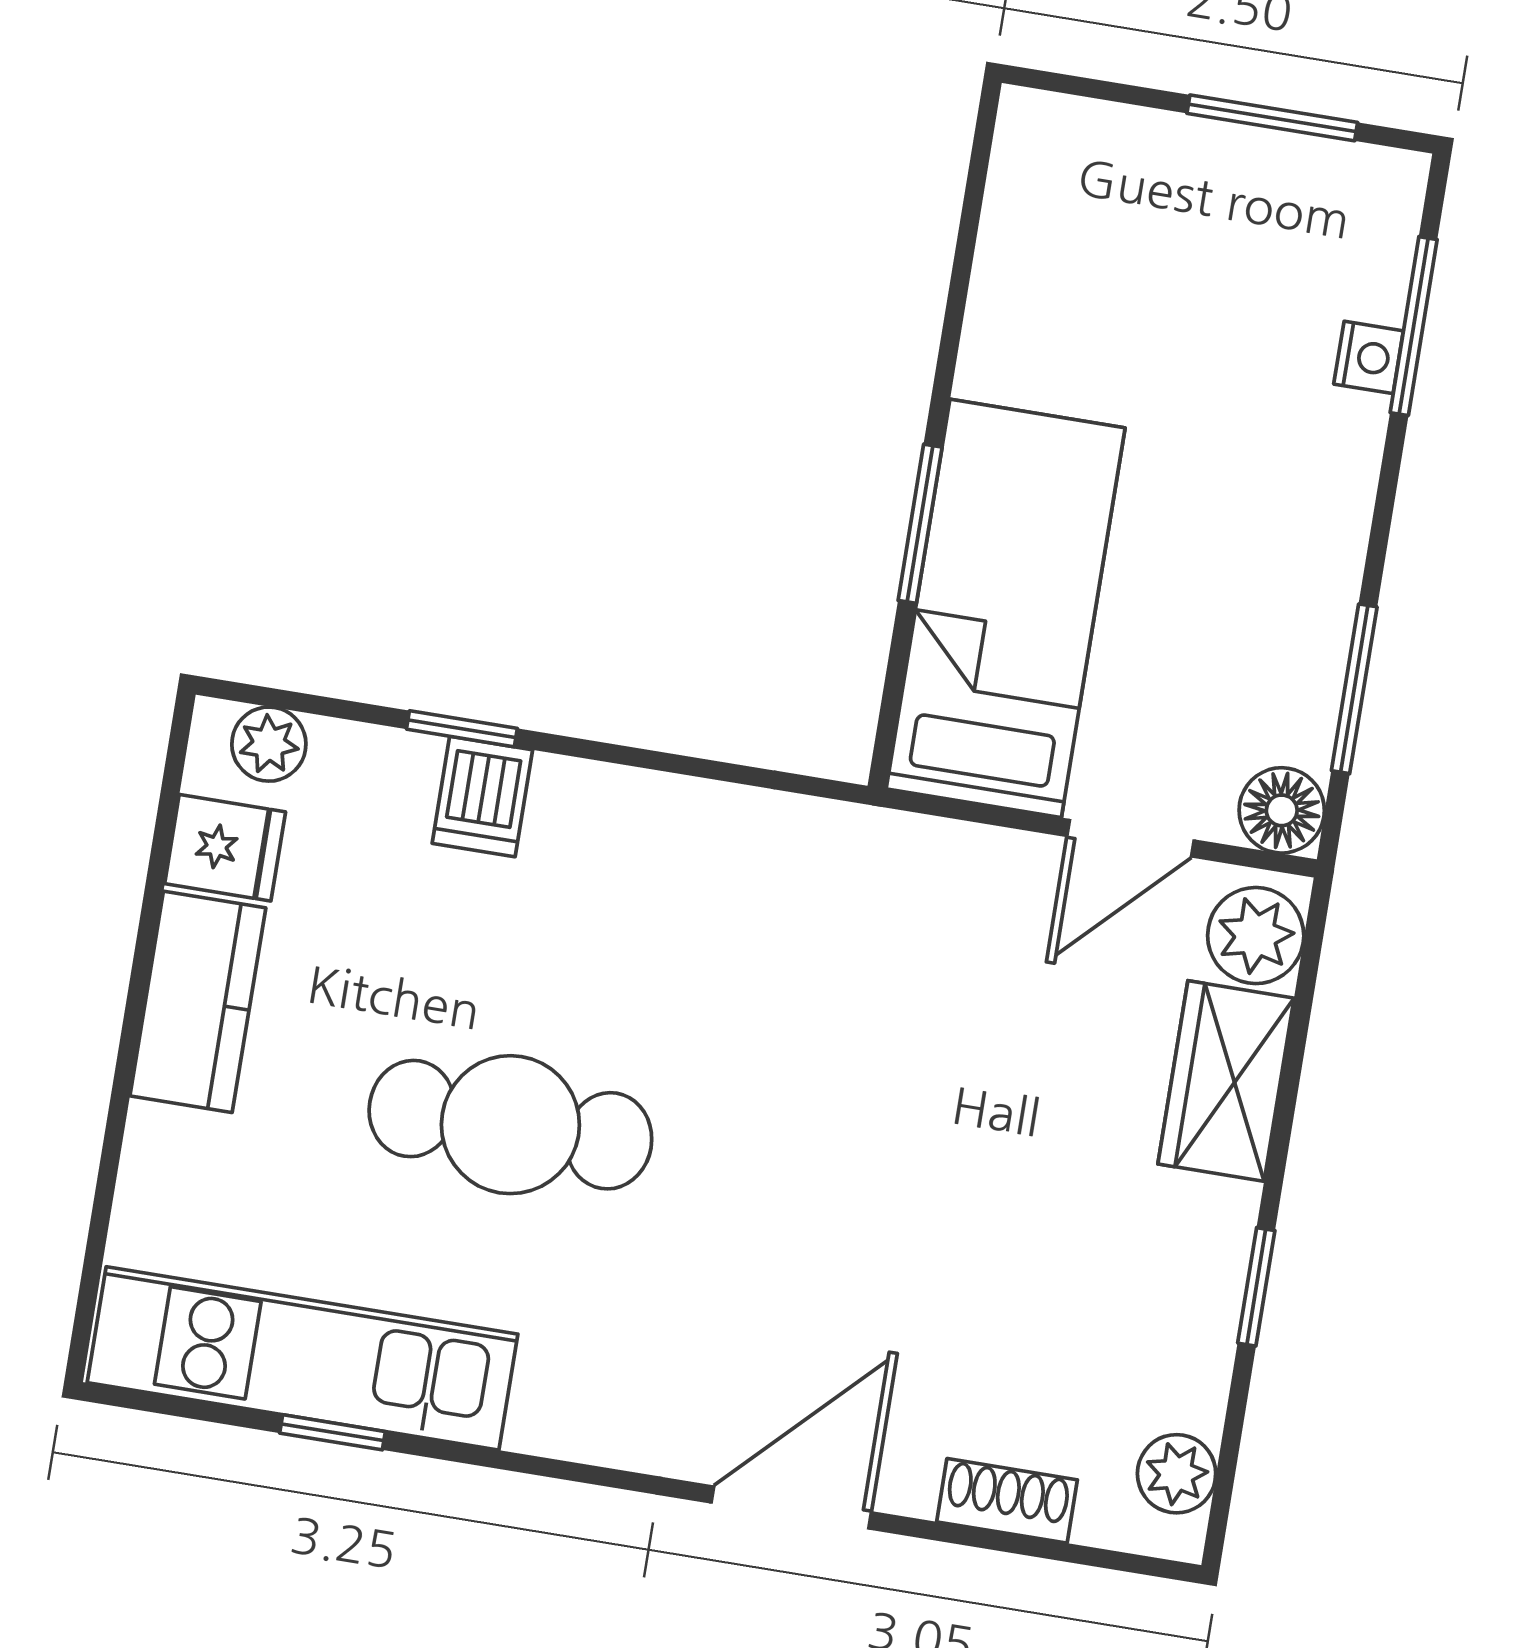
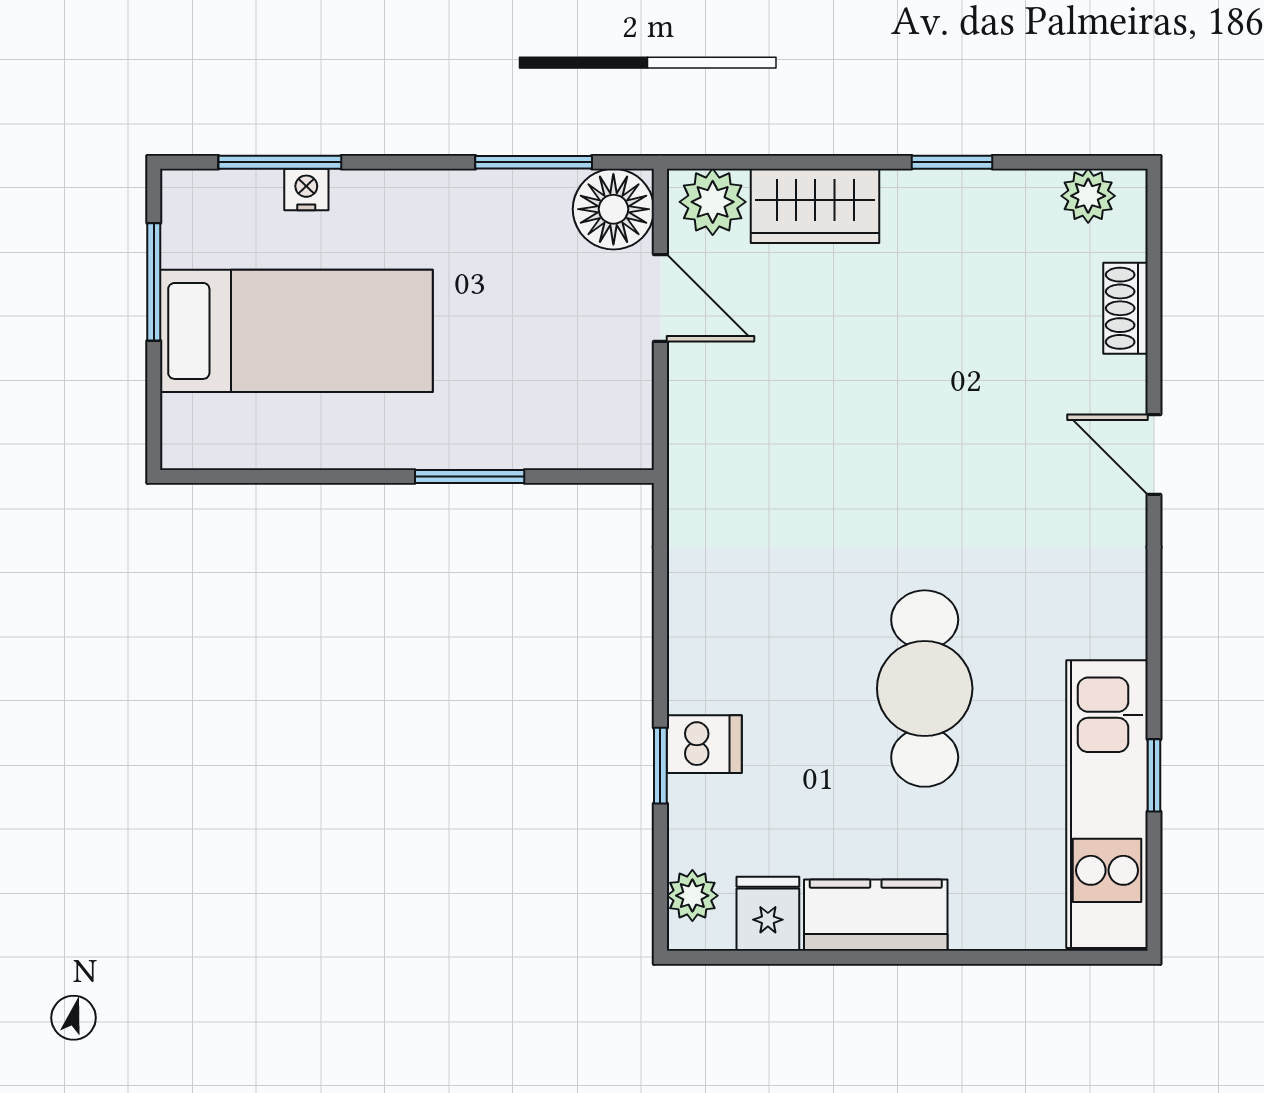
bed: (1006, 608) -> (296, 331), moved, turned 180
floor lamp: (1282, 810) -> (613, 209), width x1.38, depth x1.38
door: (791, 1507) -> (1154, 455), width x0.73

